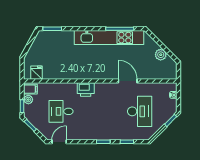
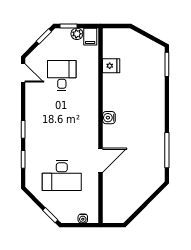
kitchen unit: (109, 38) -> (156, 137), removed
plant: (161, 55) -> (134, 202), removed
fridge: (37, 73) -> (111, 66), moved
water cooler: (94, 74) -> (109, 118), added
printer: (86, 89) -> (90, 107), removed

